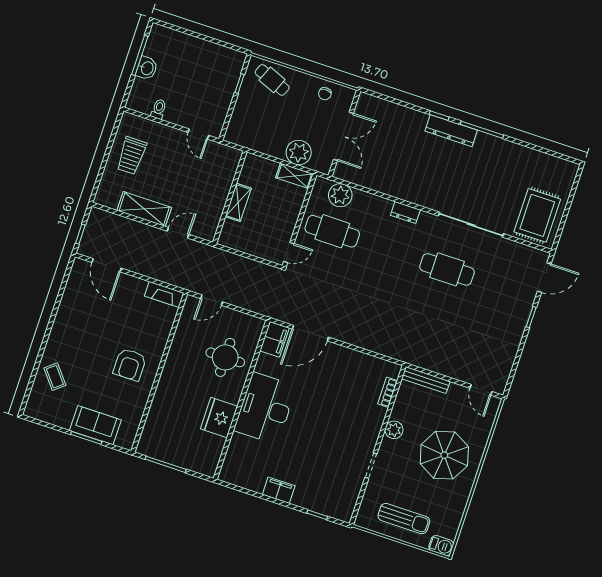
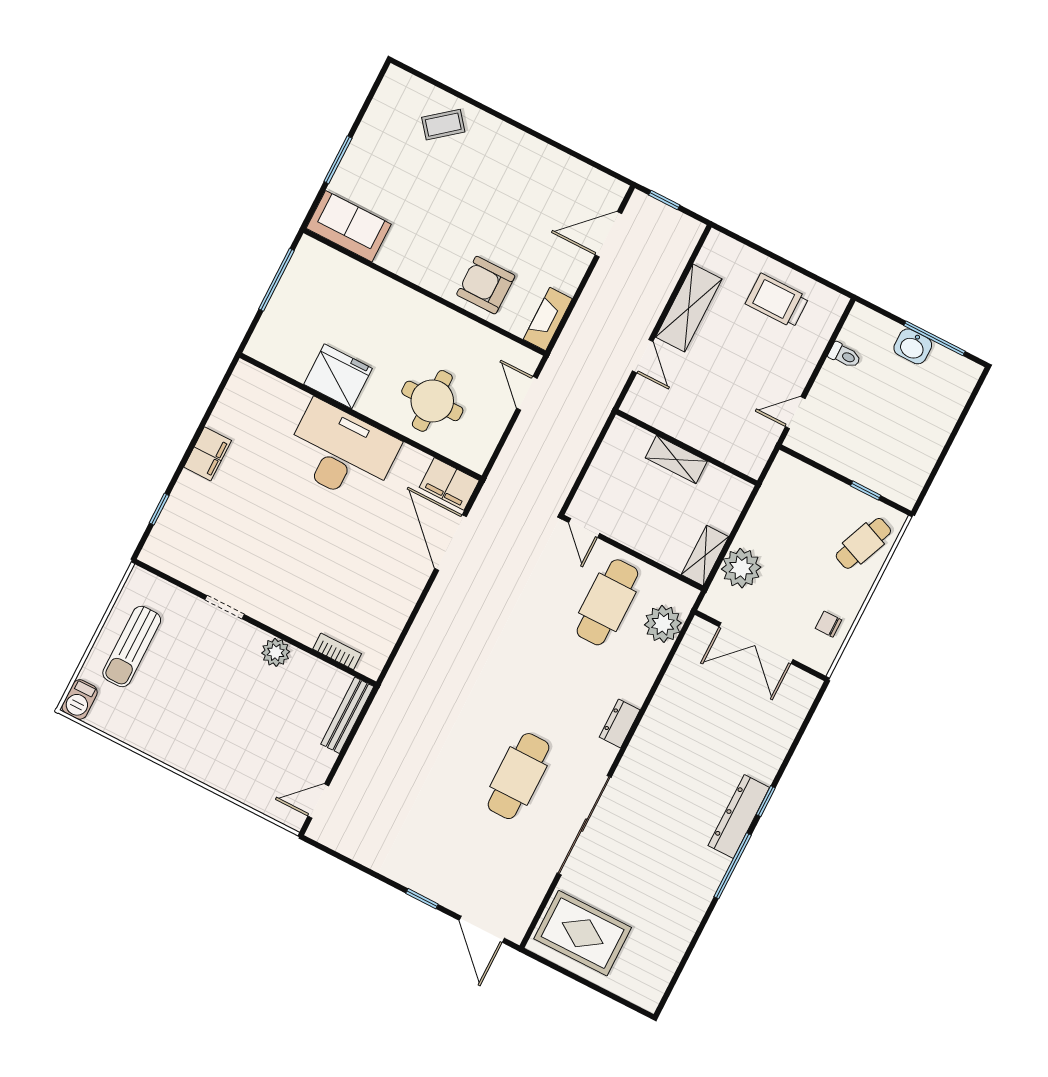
armchair: (130, 365) -> (486, 285), moved
sofa: (95, 425) -> (349, 226), moved, turned -90
parasol: (444, 455) -> (223, 726), removed

